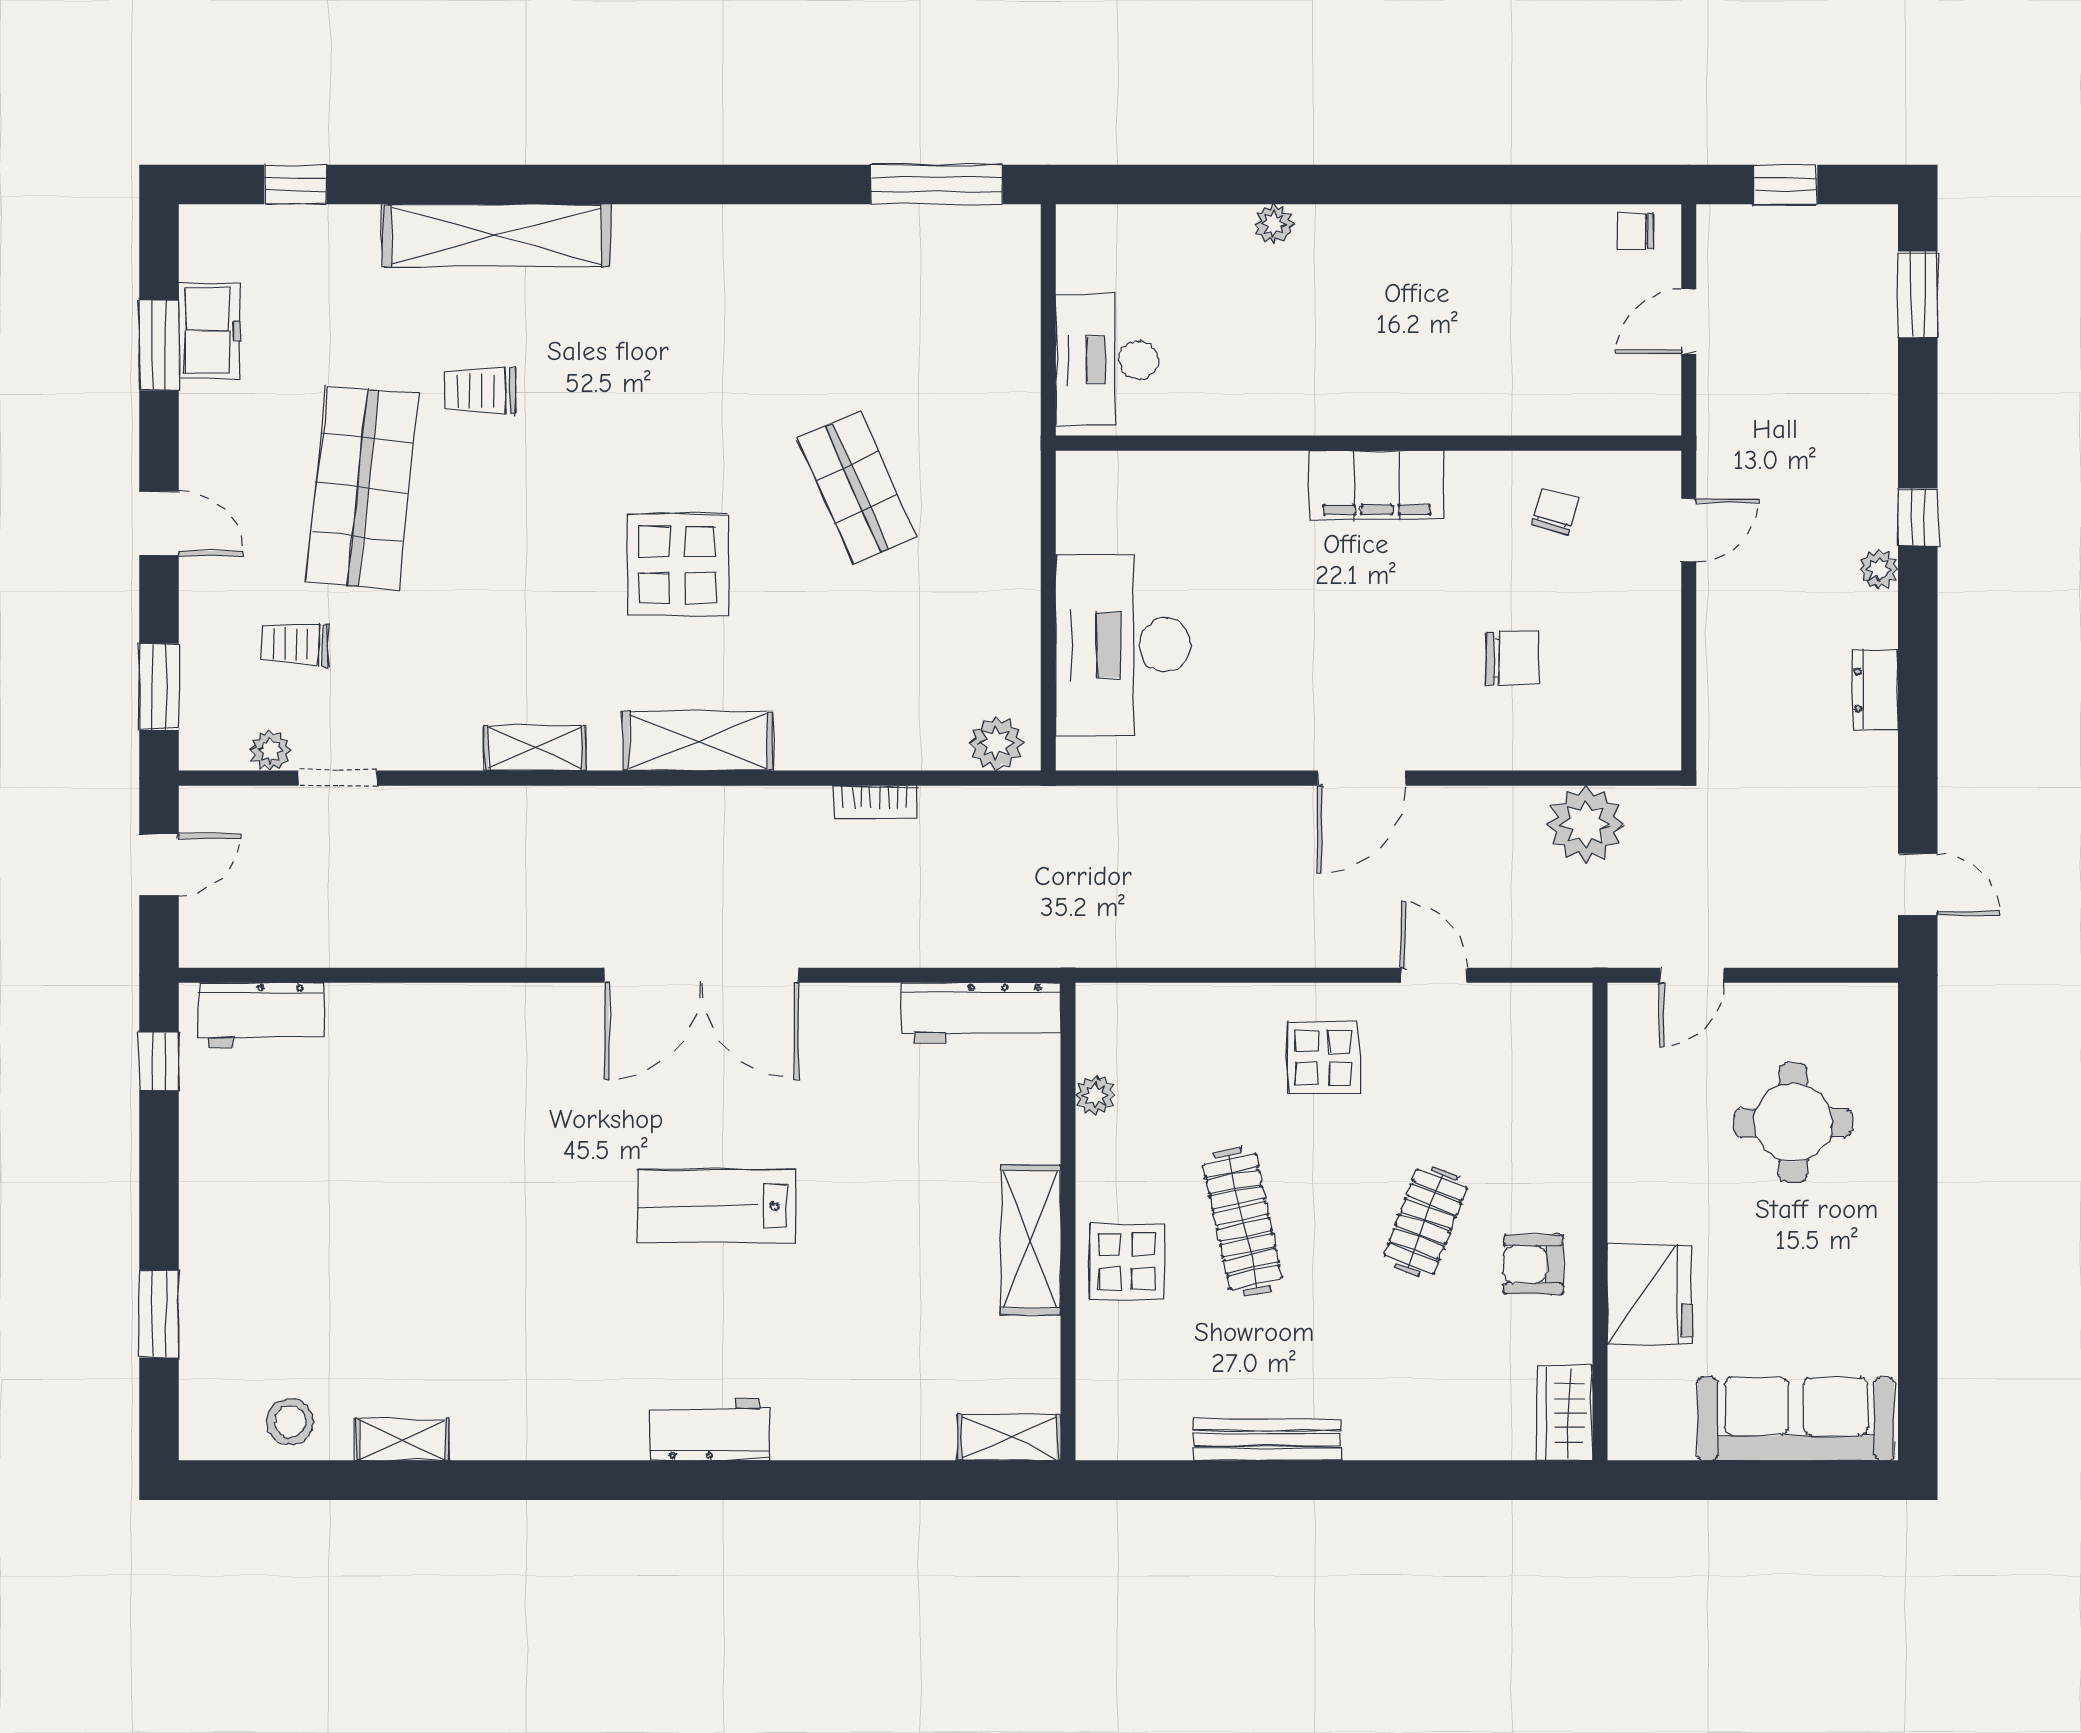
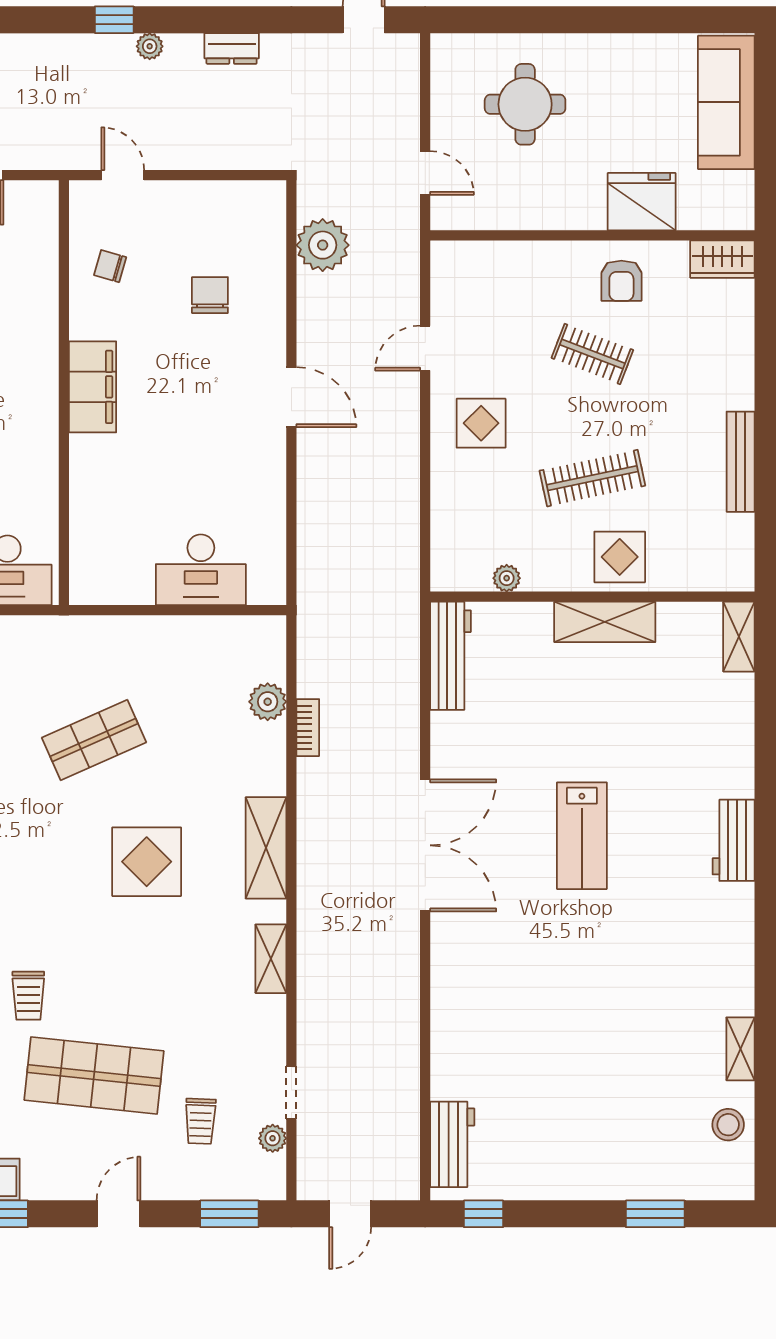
desk: (1123, 645) -> (201, 570), width x0.73, depth x0.77
plant: (996, 743) -> (268, 702), moved
door: (159, 865) -> (350, 1214), swing flipped

